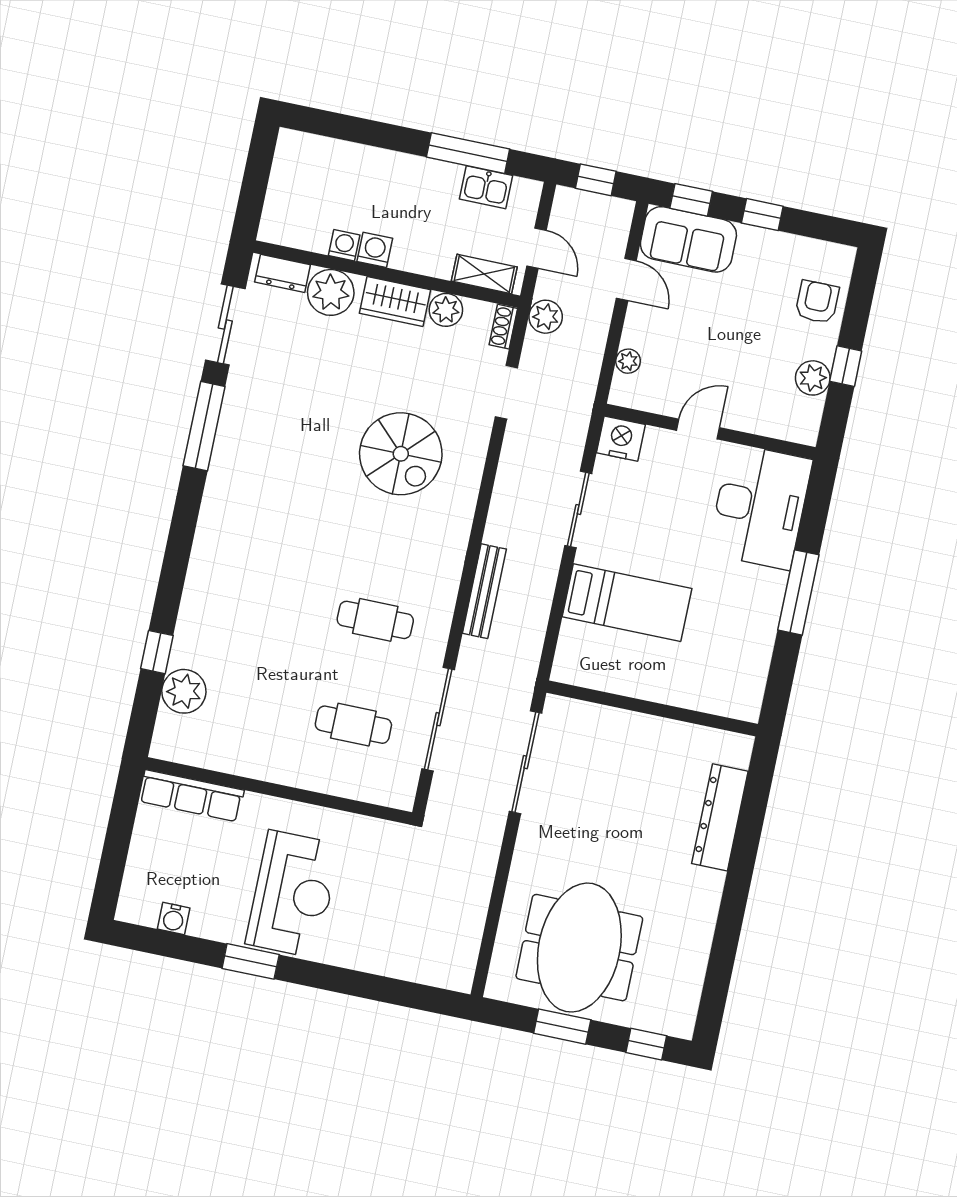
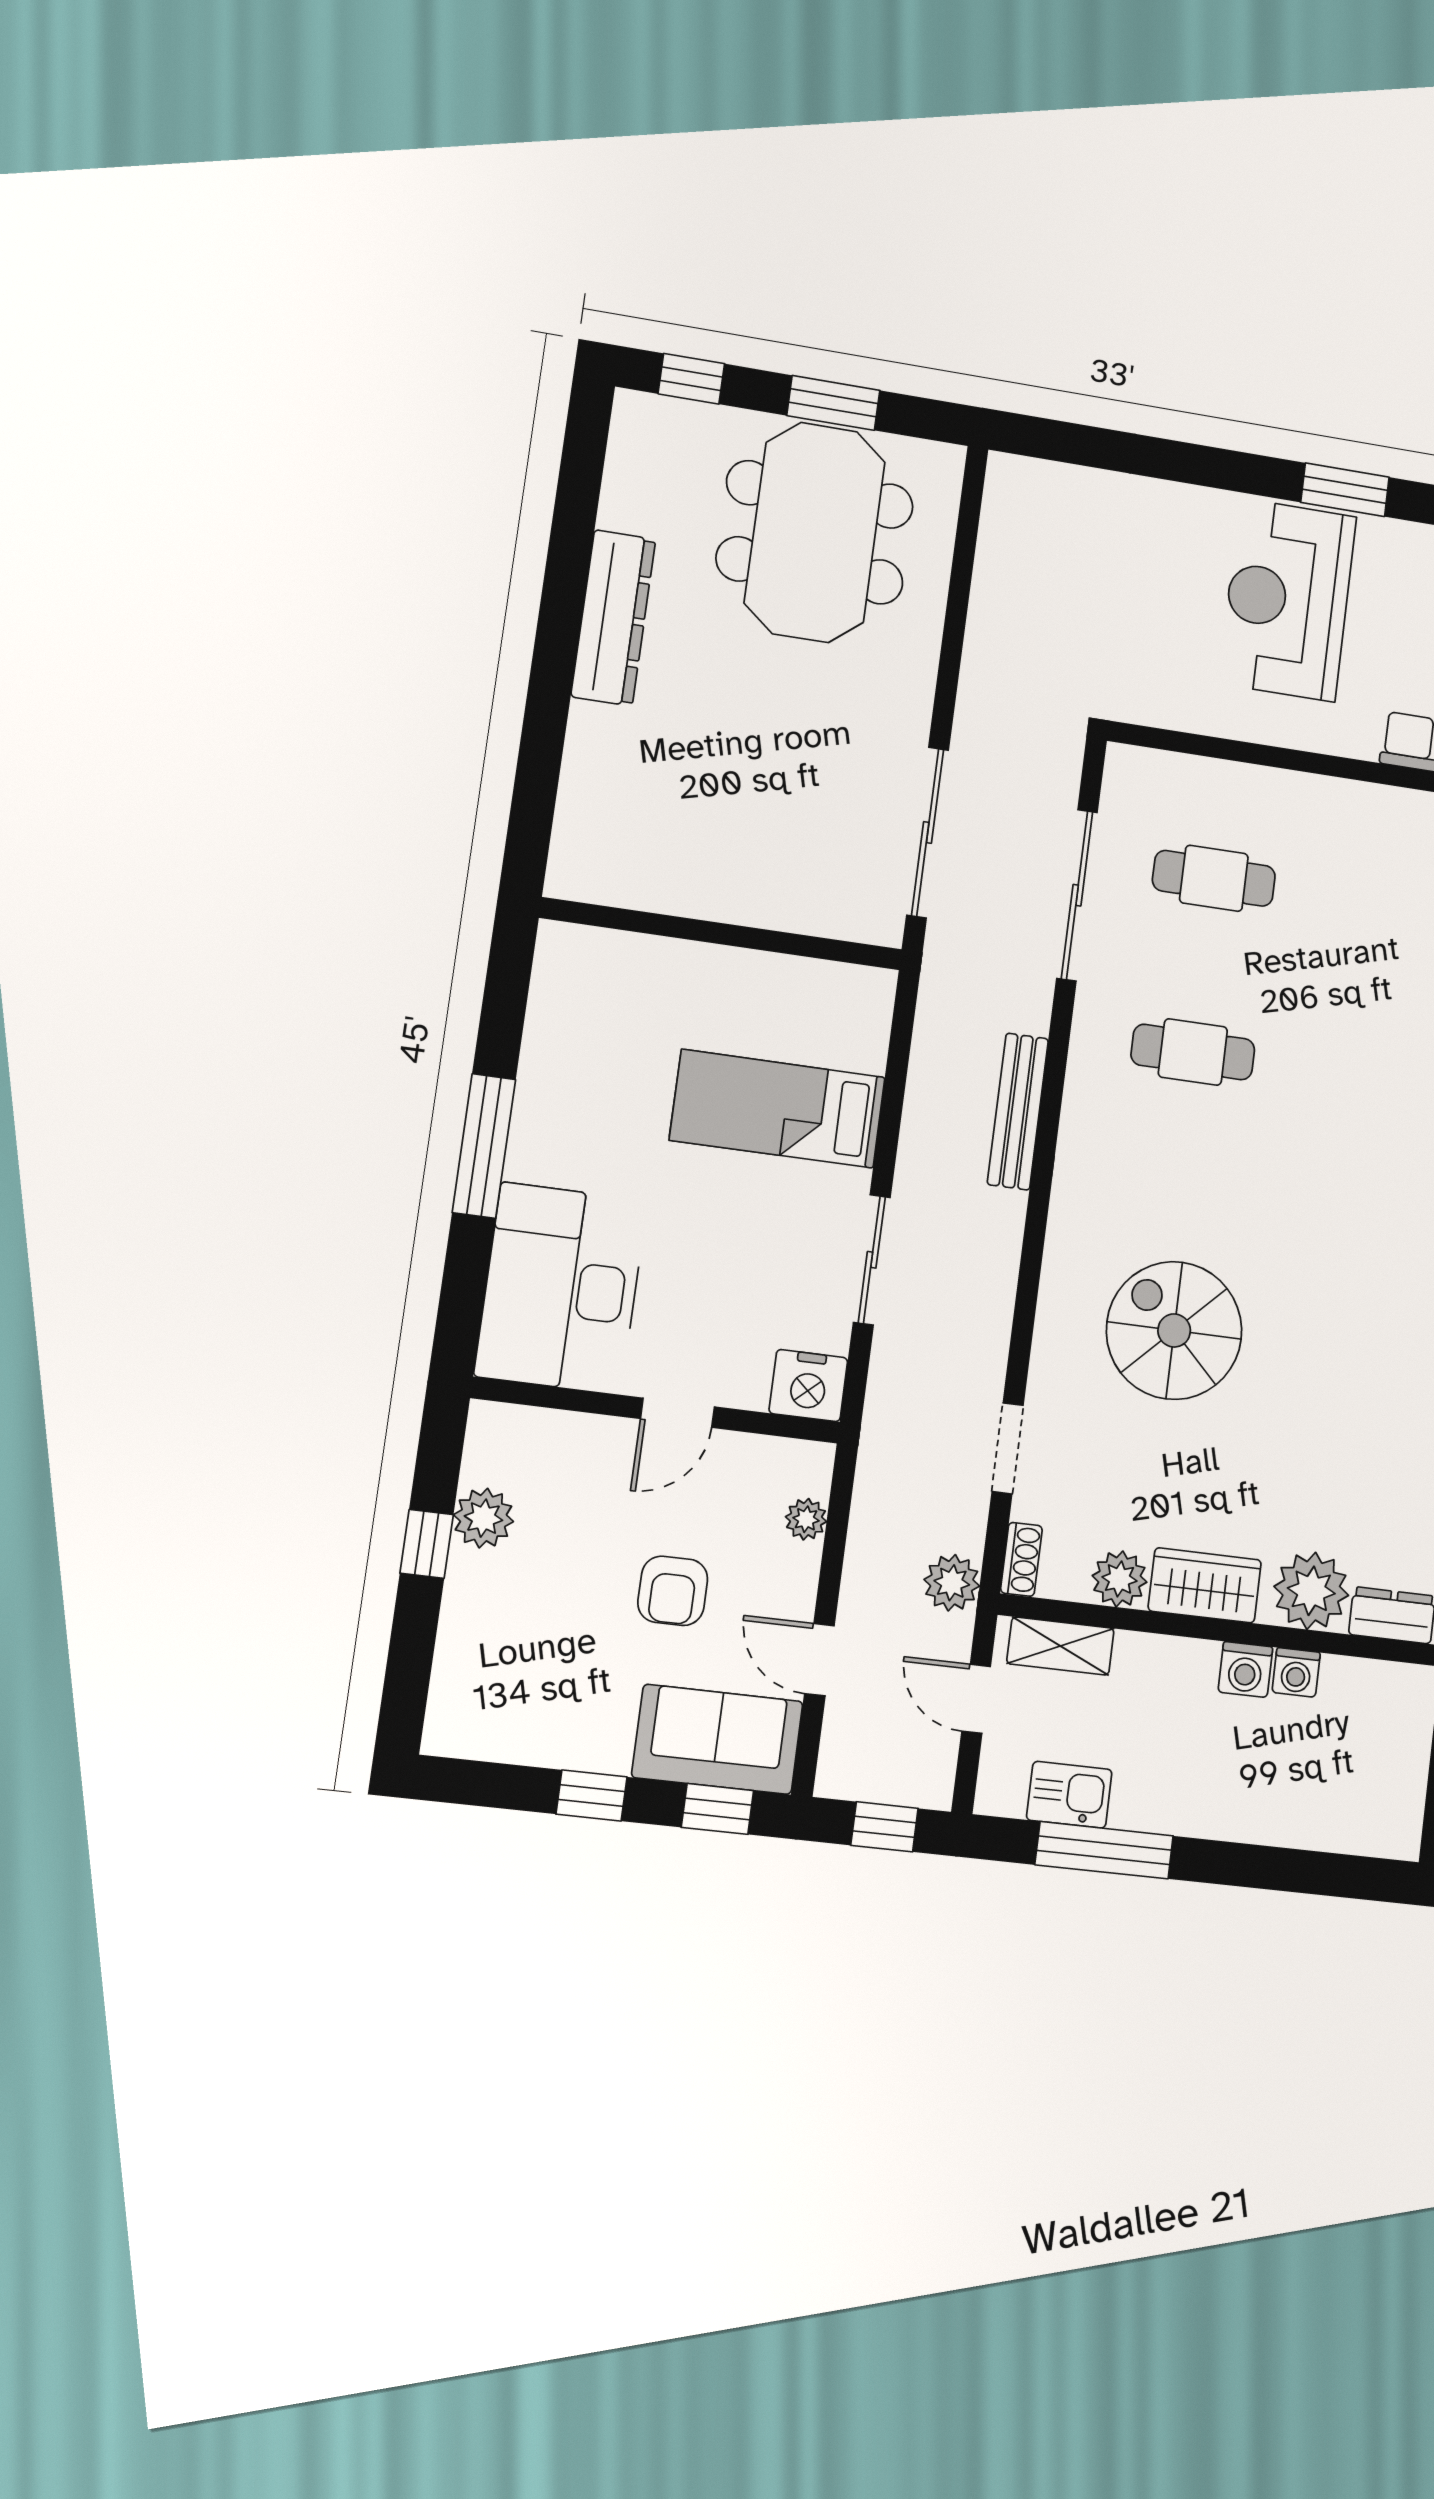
armchair: (817, 302) -> (673, 1591), moved
dresser: (720, 817) -> (613, 618), moved

